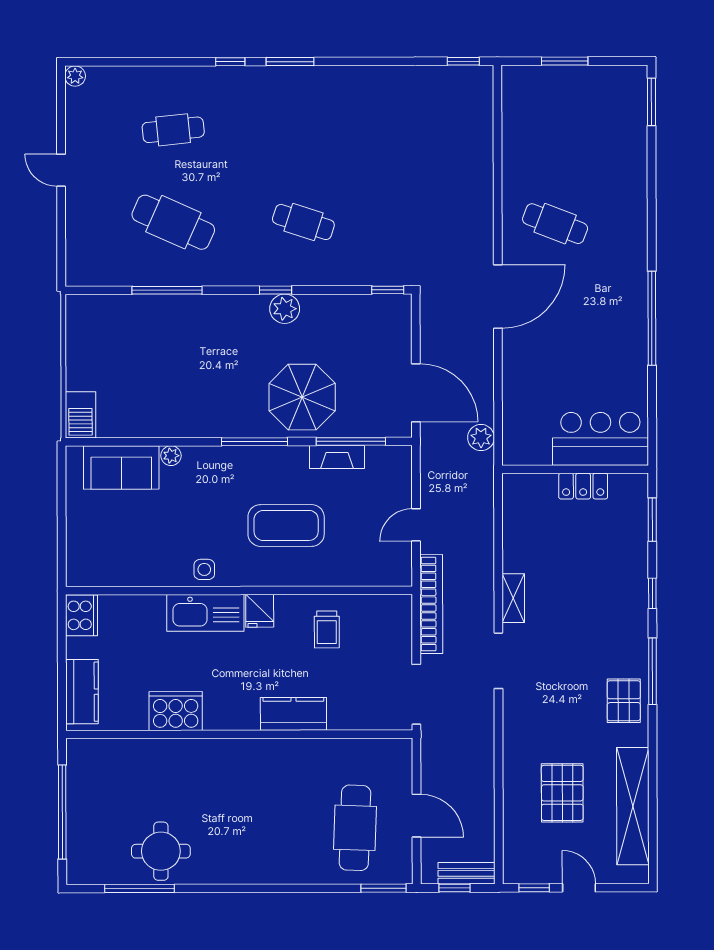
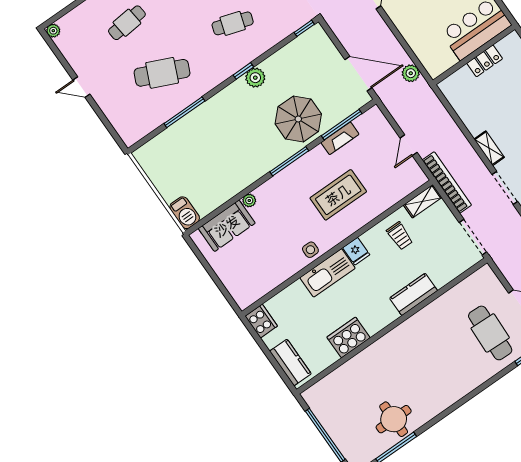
shelving: (385, 606) -> (423, 201), added

